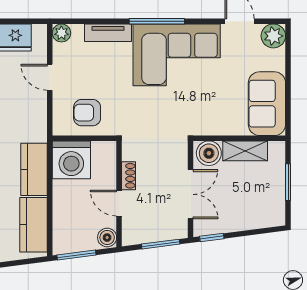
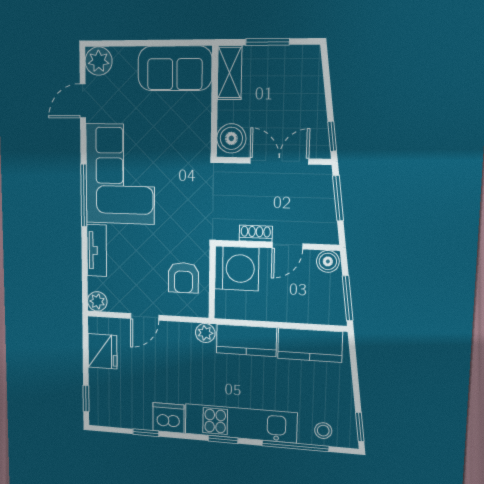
plant: (38, 133) -> (205, 333), added
shelving: (245, 151) -> (230, 73), moved
washing machine: (71, 160) -> (237, 268), moved

